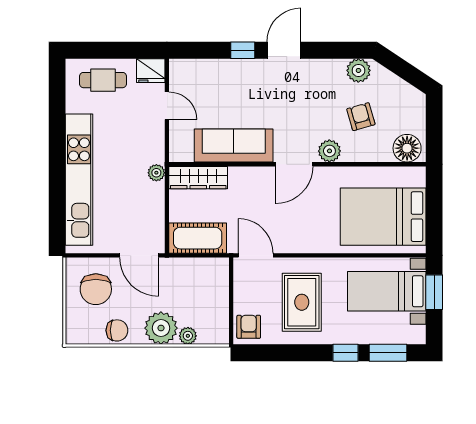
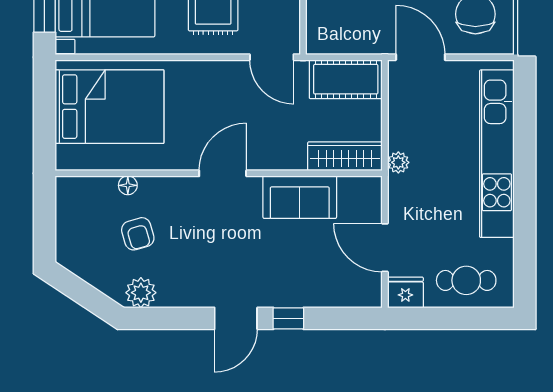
door: (167, 106) -> (385, 248), width x1.38
sofa: (234, 145) -> (300, 197), width x0.73
floor lamp: (407, 148) -> (128, 185), moved, width x0.53, depth x0.53
plant: (329, 151) -> (178, 190), removed

